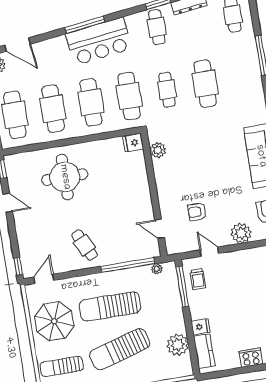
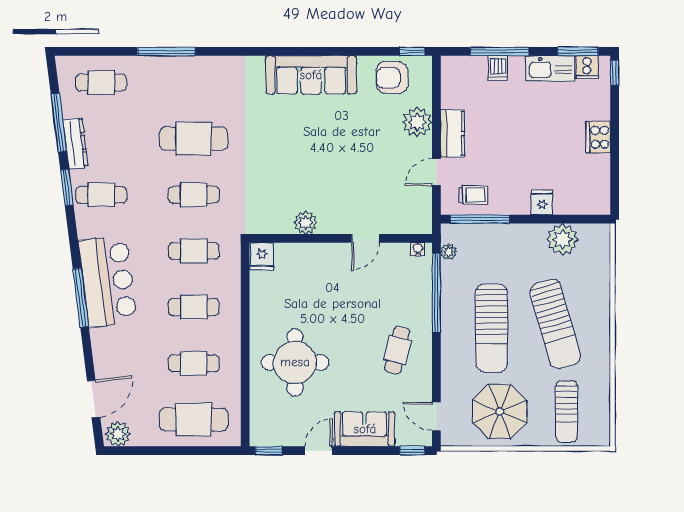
cafe table: (129, 96) -> (194, 251), width x0.73, depth x0.74
cafe table: (91, 102) -> (194, 307), width x0.73, depth x0.74
cafe table: (53, 109) -> (194, 363), width x0.73, depth x0.74
plant: (158, 150) -> (306, 223), moved
armchair: (197, 212) -> (376, 181), removed
door: (160, 229) -> (366, 238), moved
sofa: (27, 232) -> (365, 429), added
cafe table: (84, 245) -> (397, 350), turned -51
water cooler: (155, 248) -> (418, 249), added
kitchen counter: (204, 351) -> (452, 133), moved, turned 90

